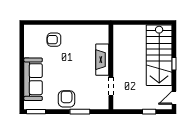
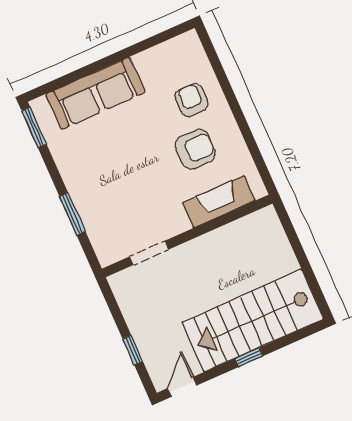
fireplace: (102, 60) -> (219, 202), moved
door: (174, 98) -> (182, 387), hinge flipped
armchair: (67, 99) -> (195, 149), moved

